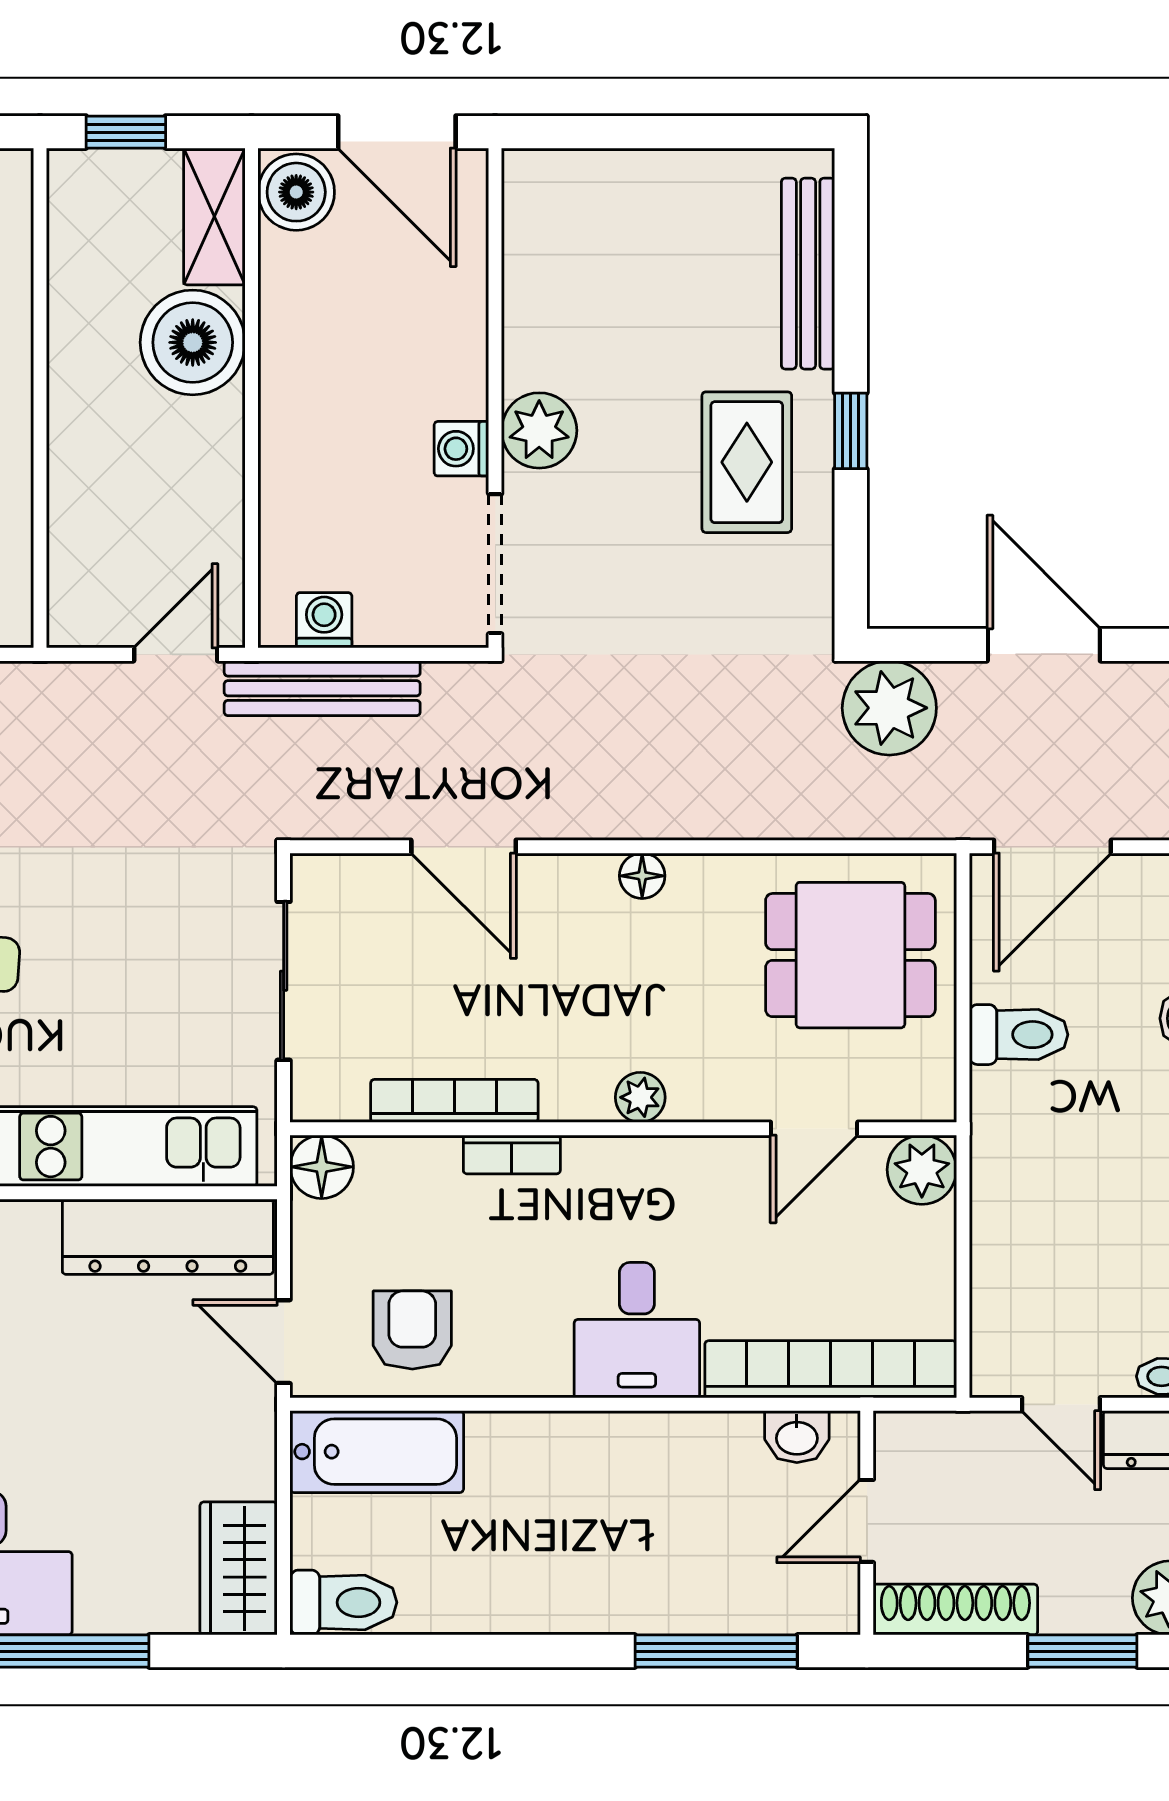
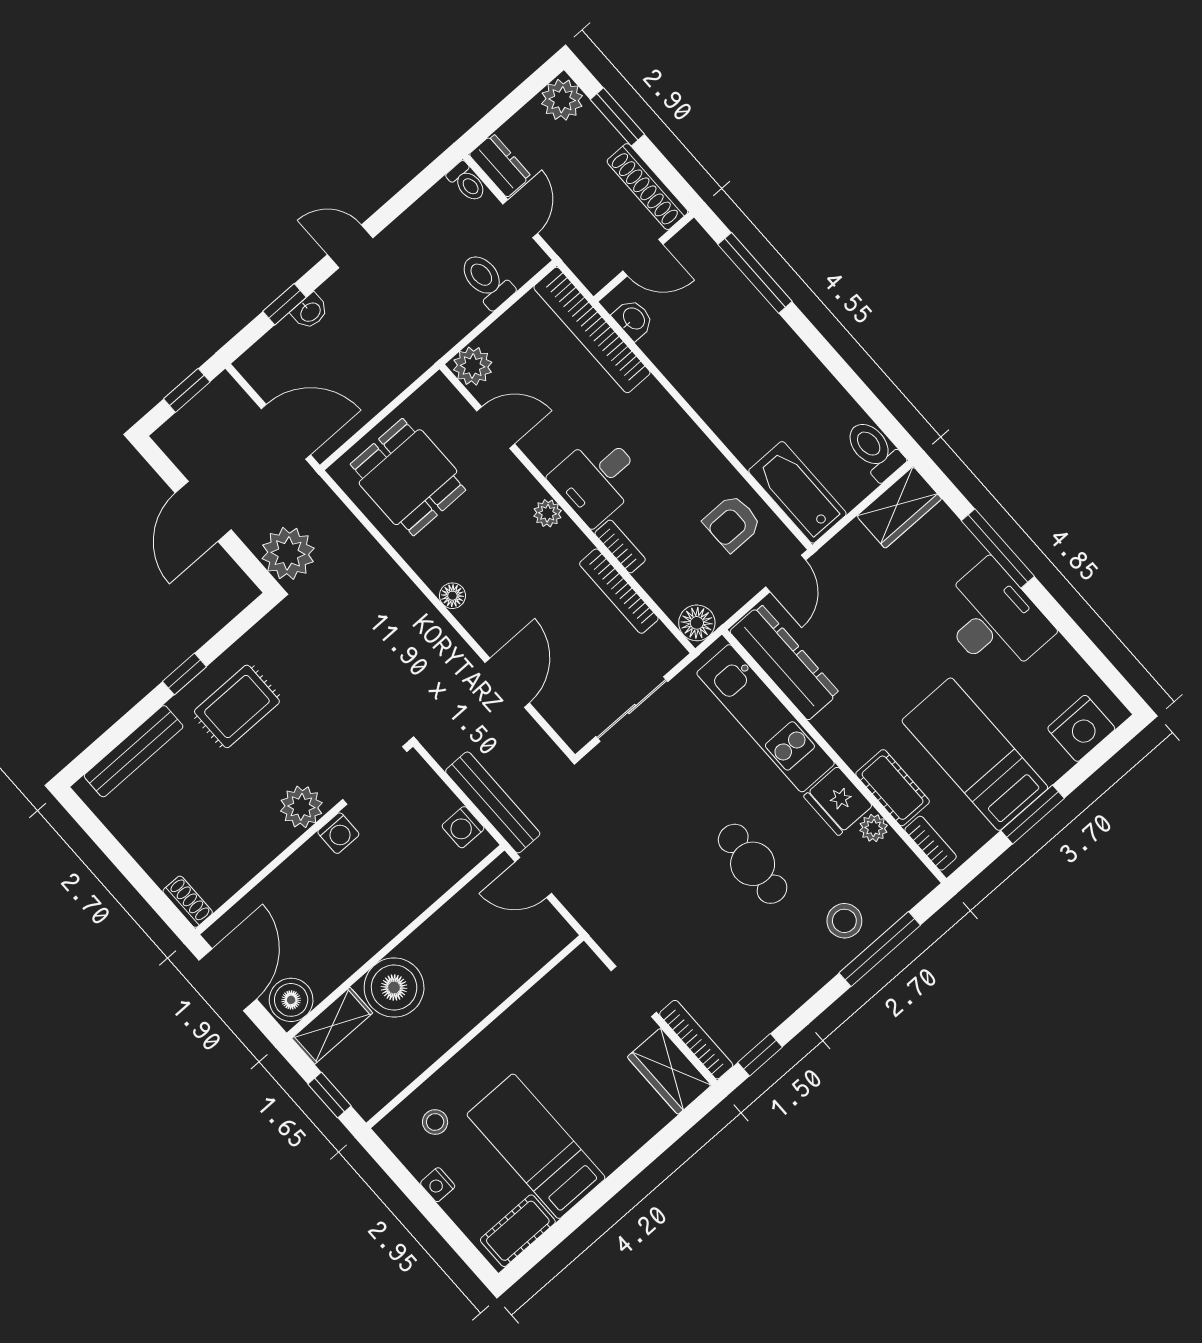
shoe rack: (546, 170) -> (188, 902), added
toilet: (1019, 1035) -> (486, 281), moved
desk: (637, 1330) -> (597, 479), moved, turned 180

